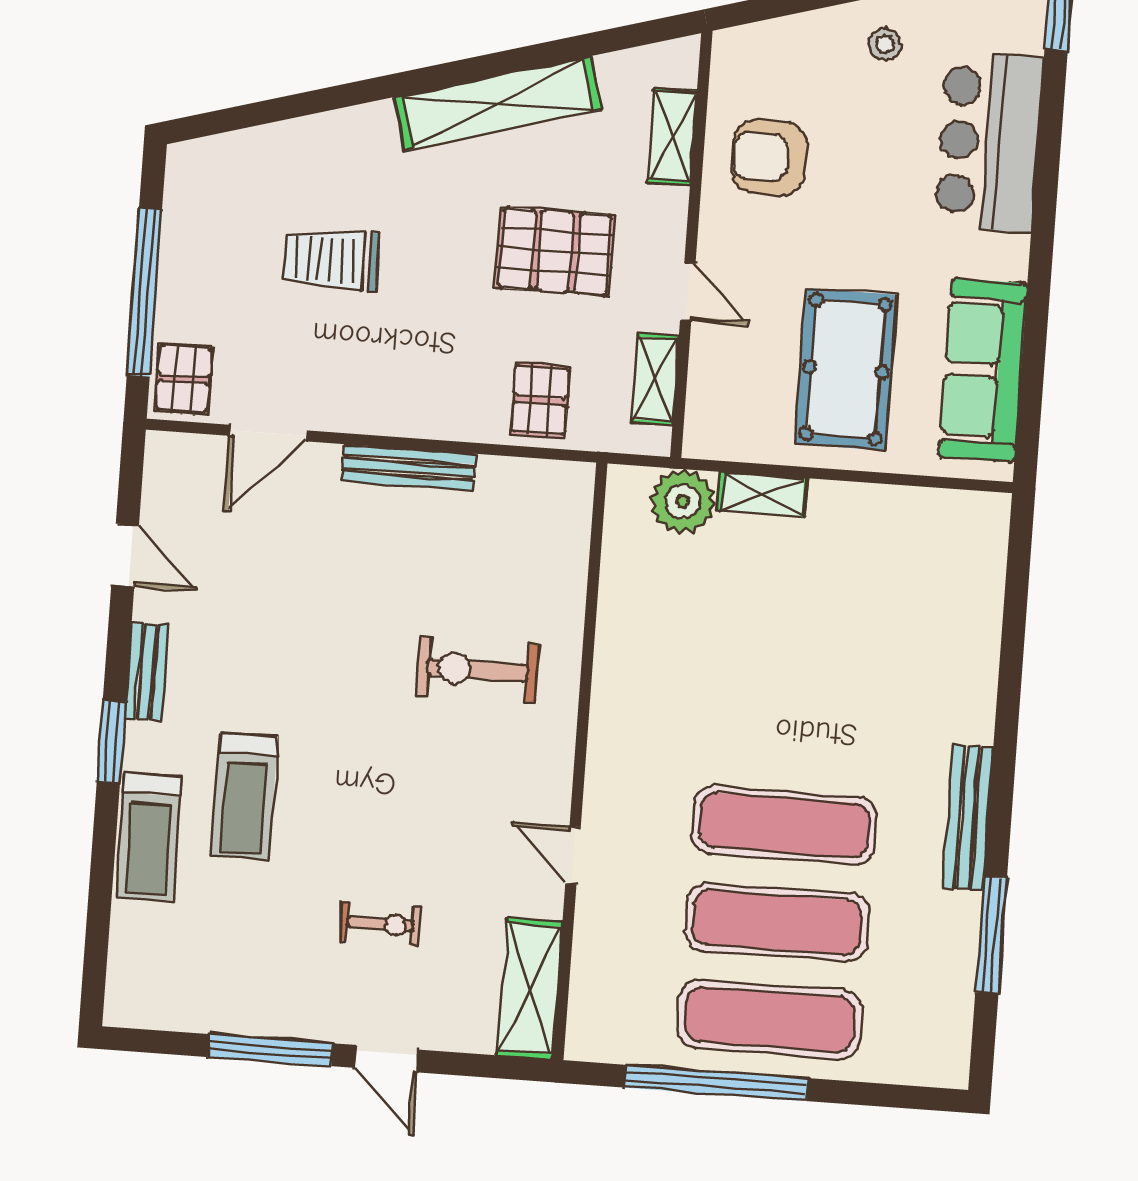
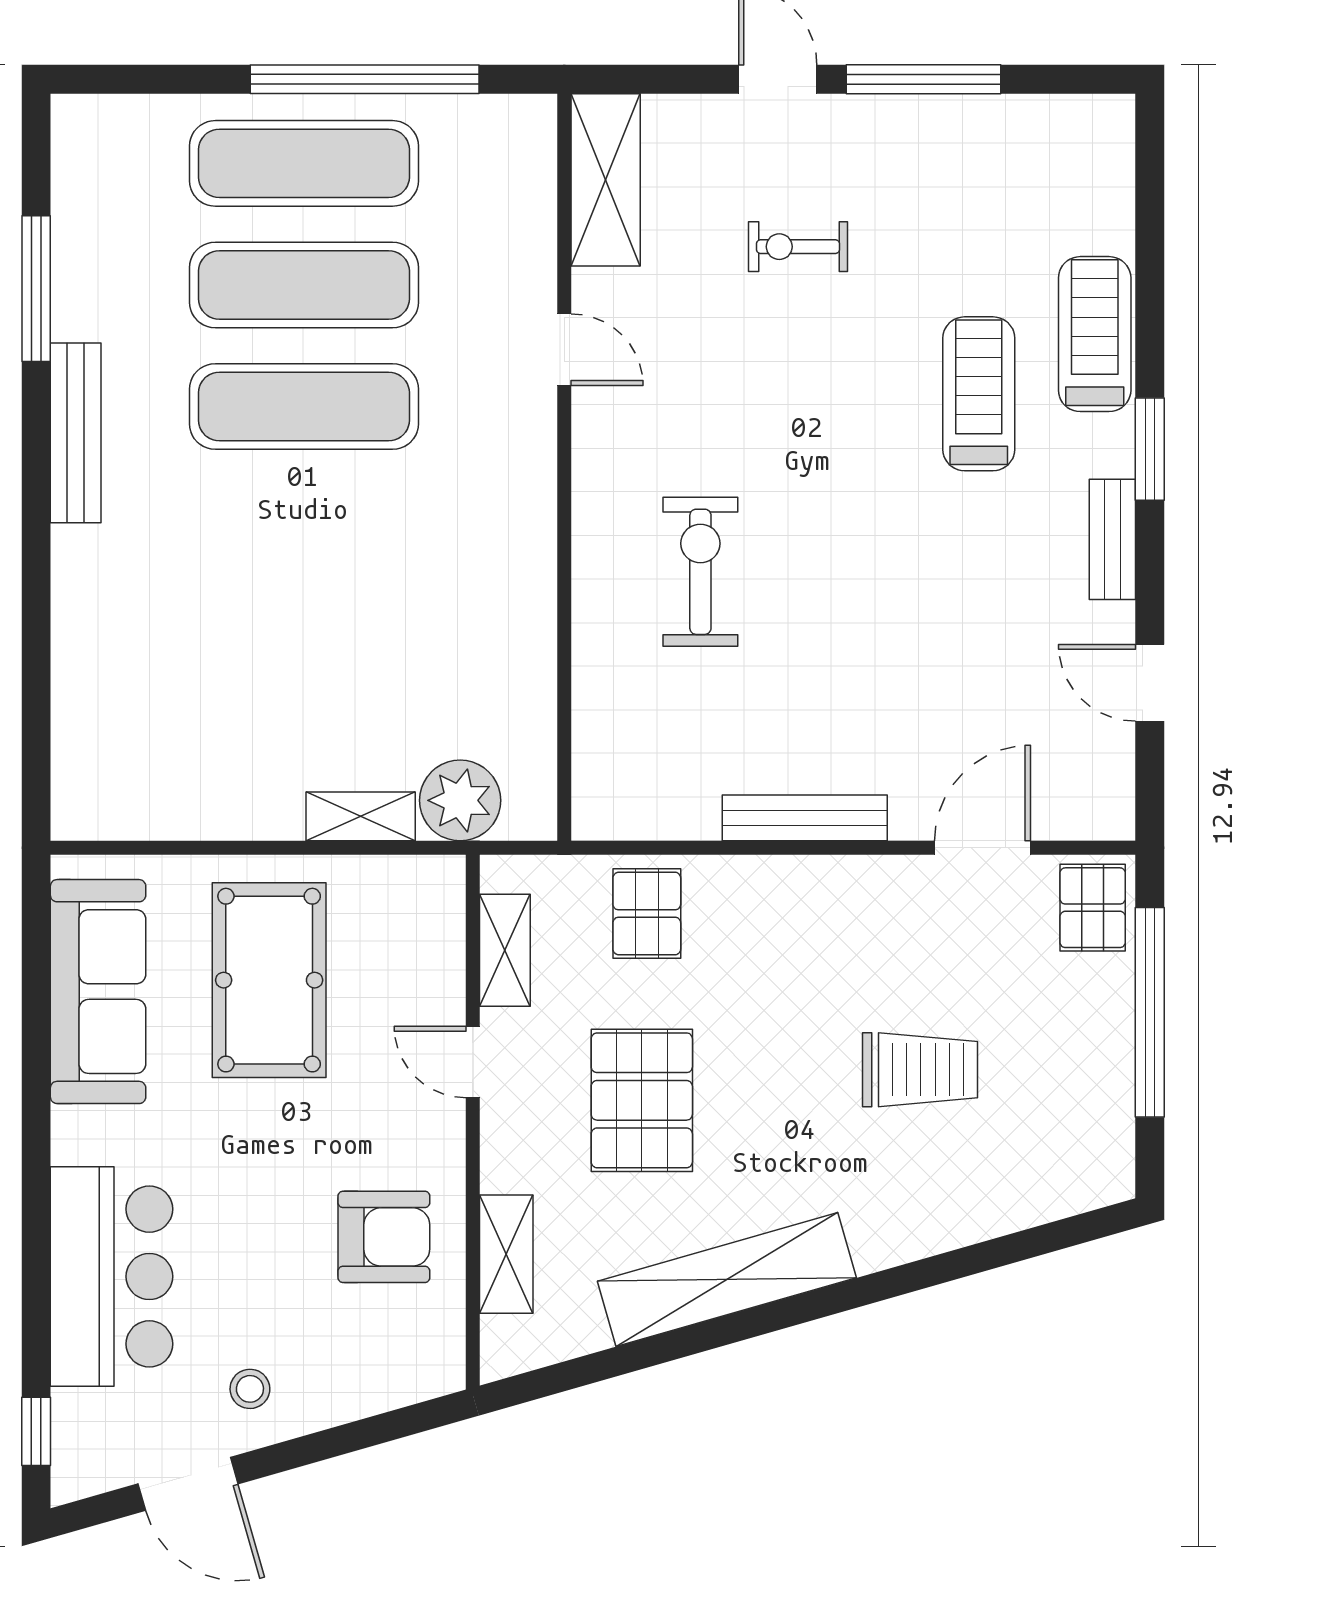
pallet: (555, 251) -> (642, 1100), turned 90
exercise bike: (477, 670) -> (700, 572), turned -90

